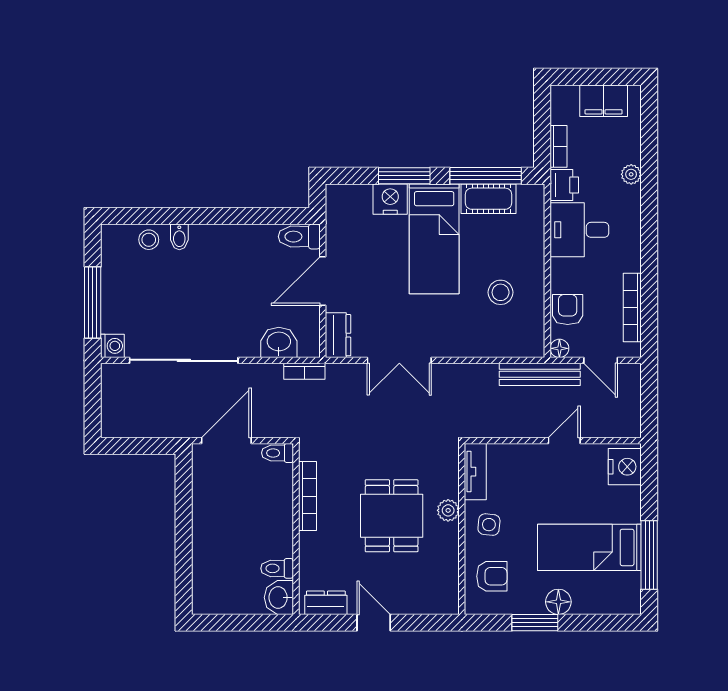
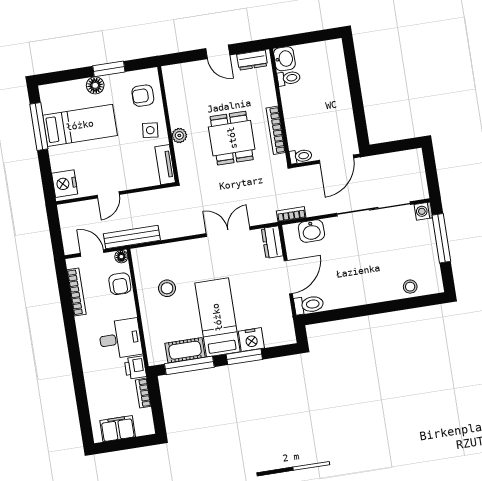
plant: (631, 174) -> (91, 382), removed
bidet: (179, 237) -> (390, 292), removed
dining table: (392, 516) -> (232, 138), moved

